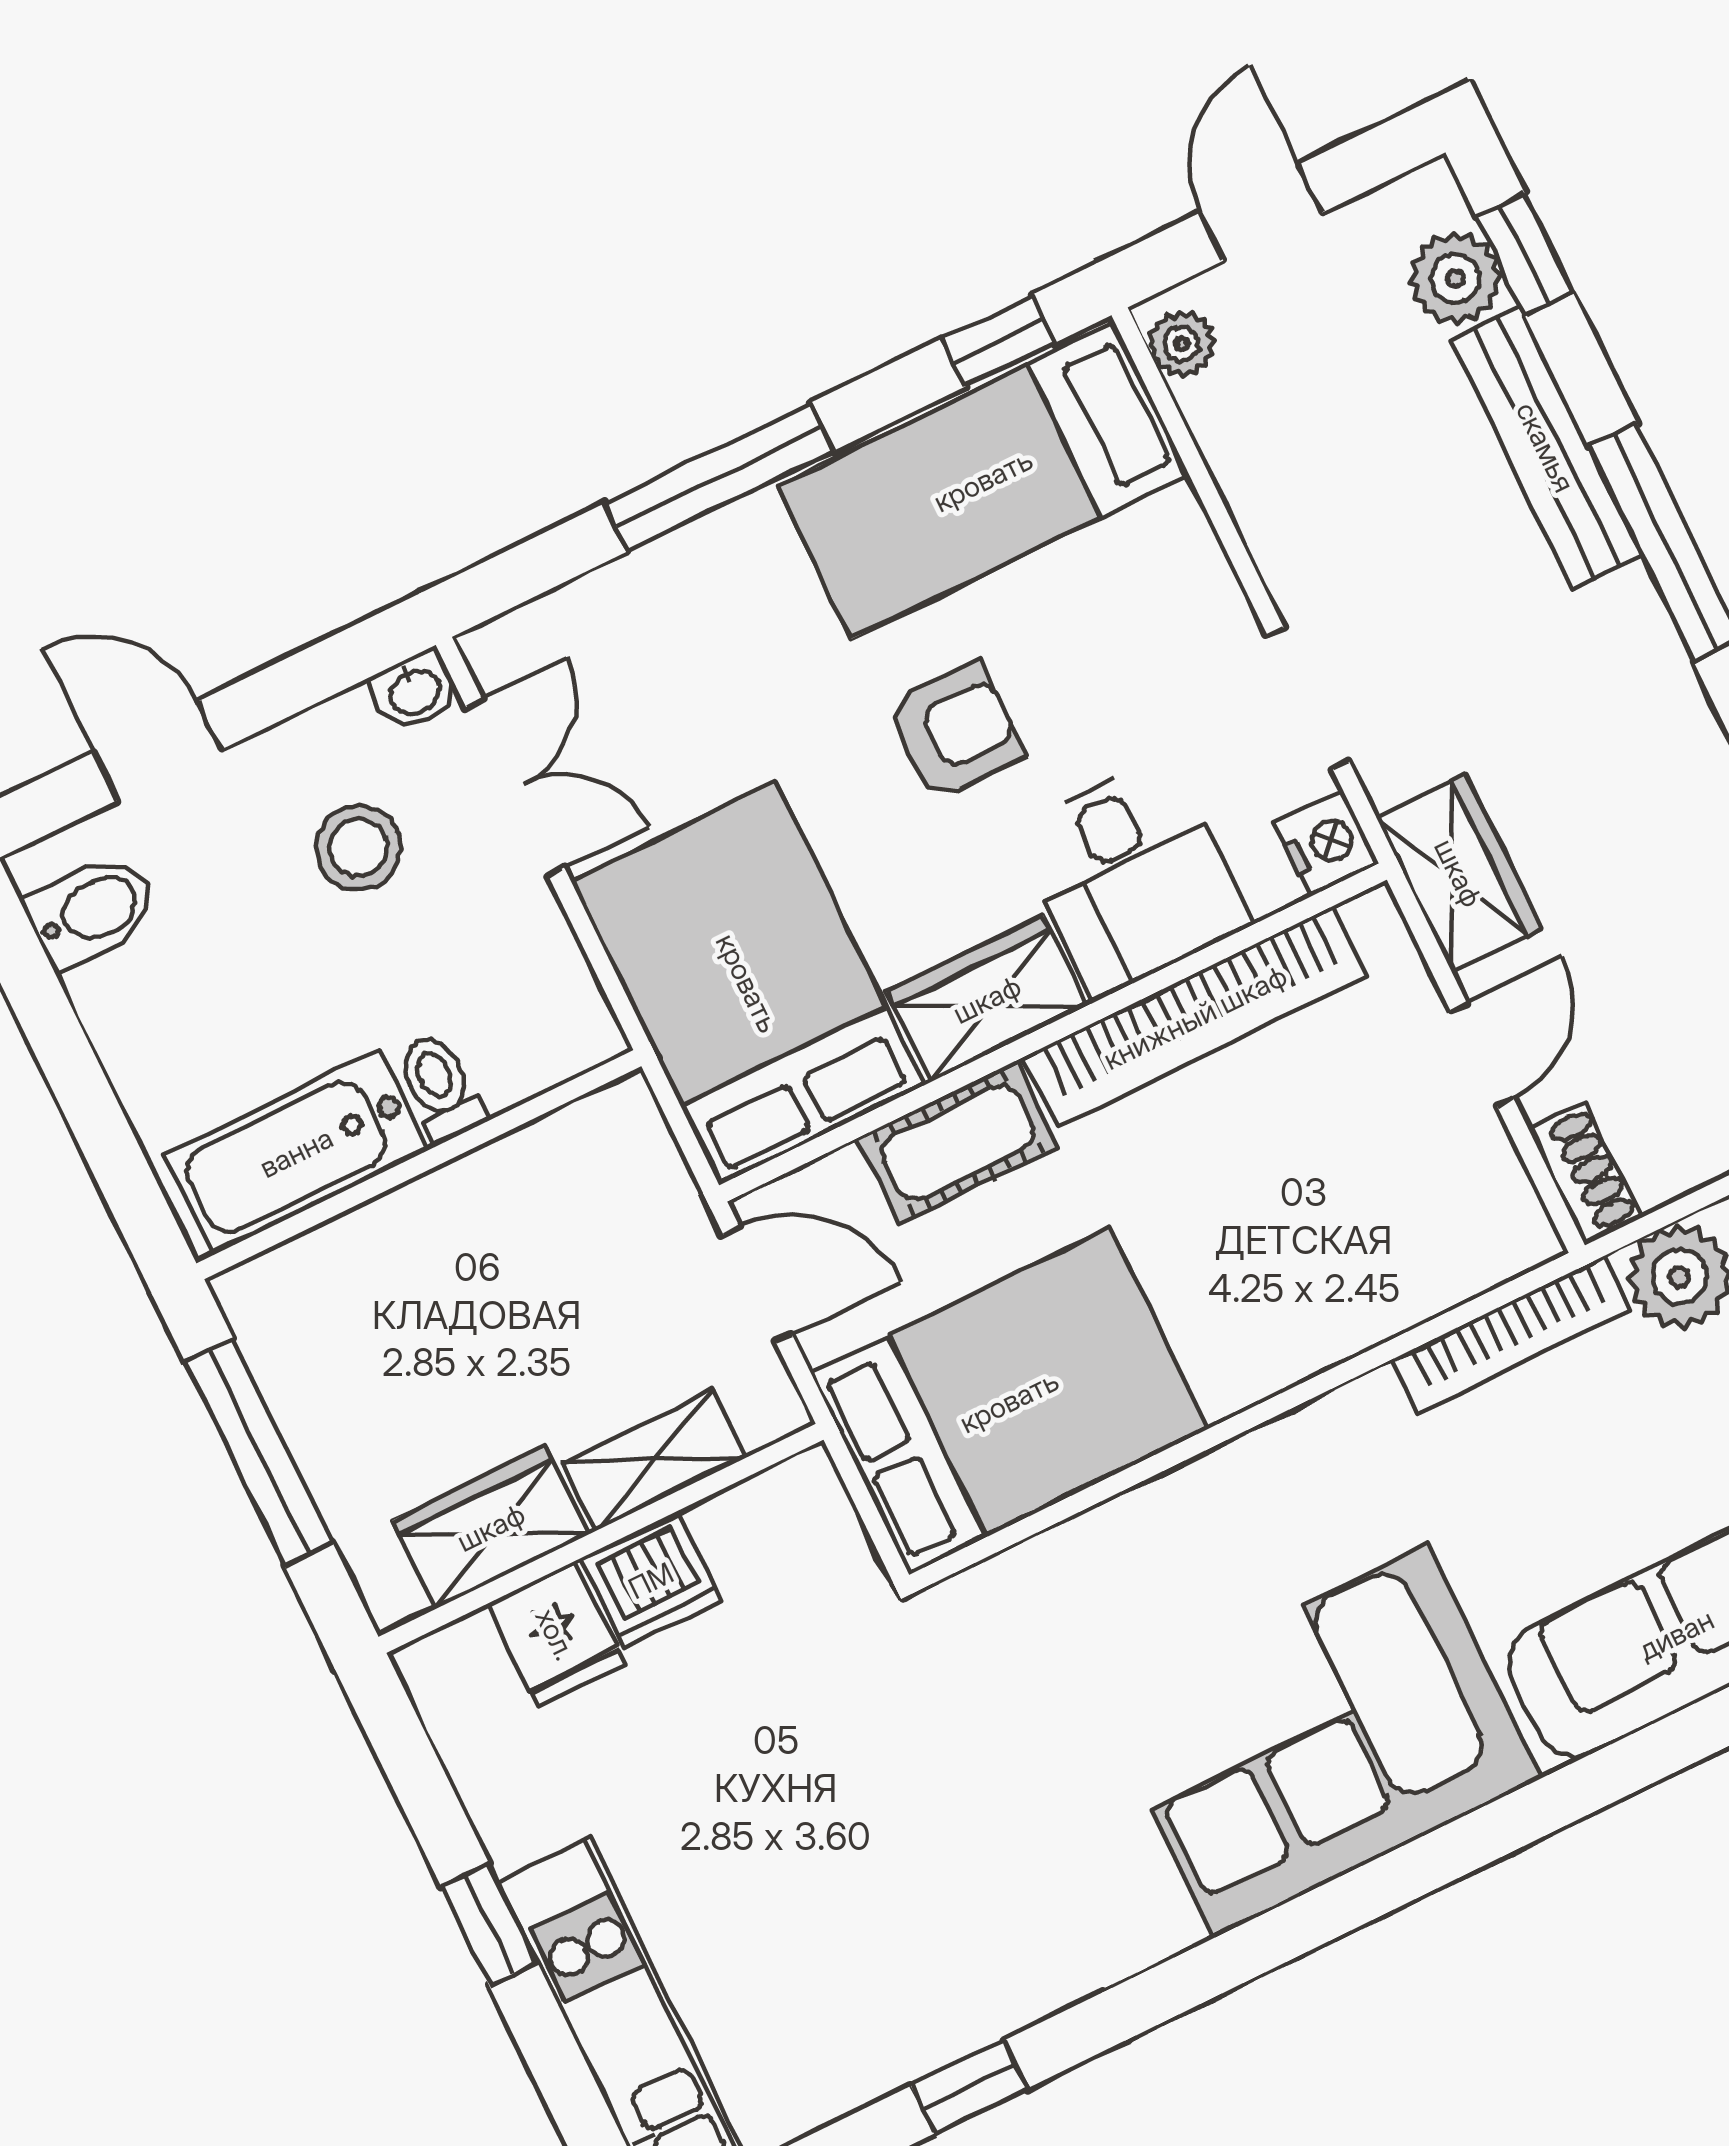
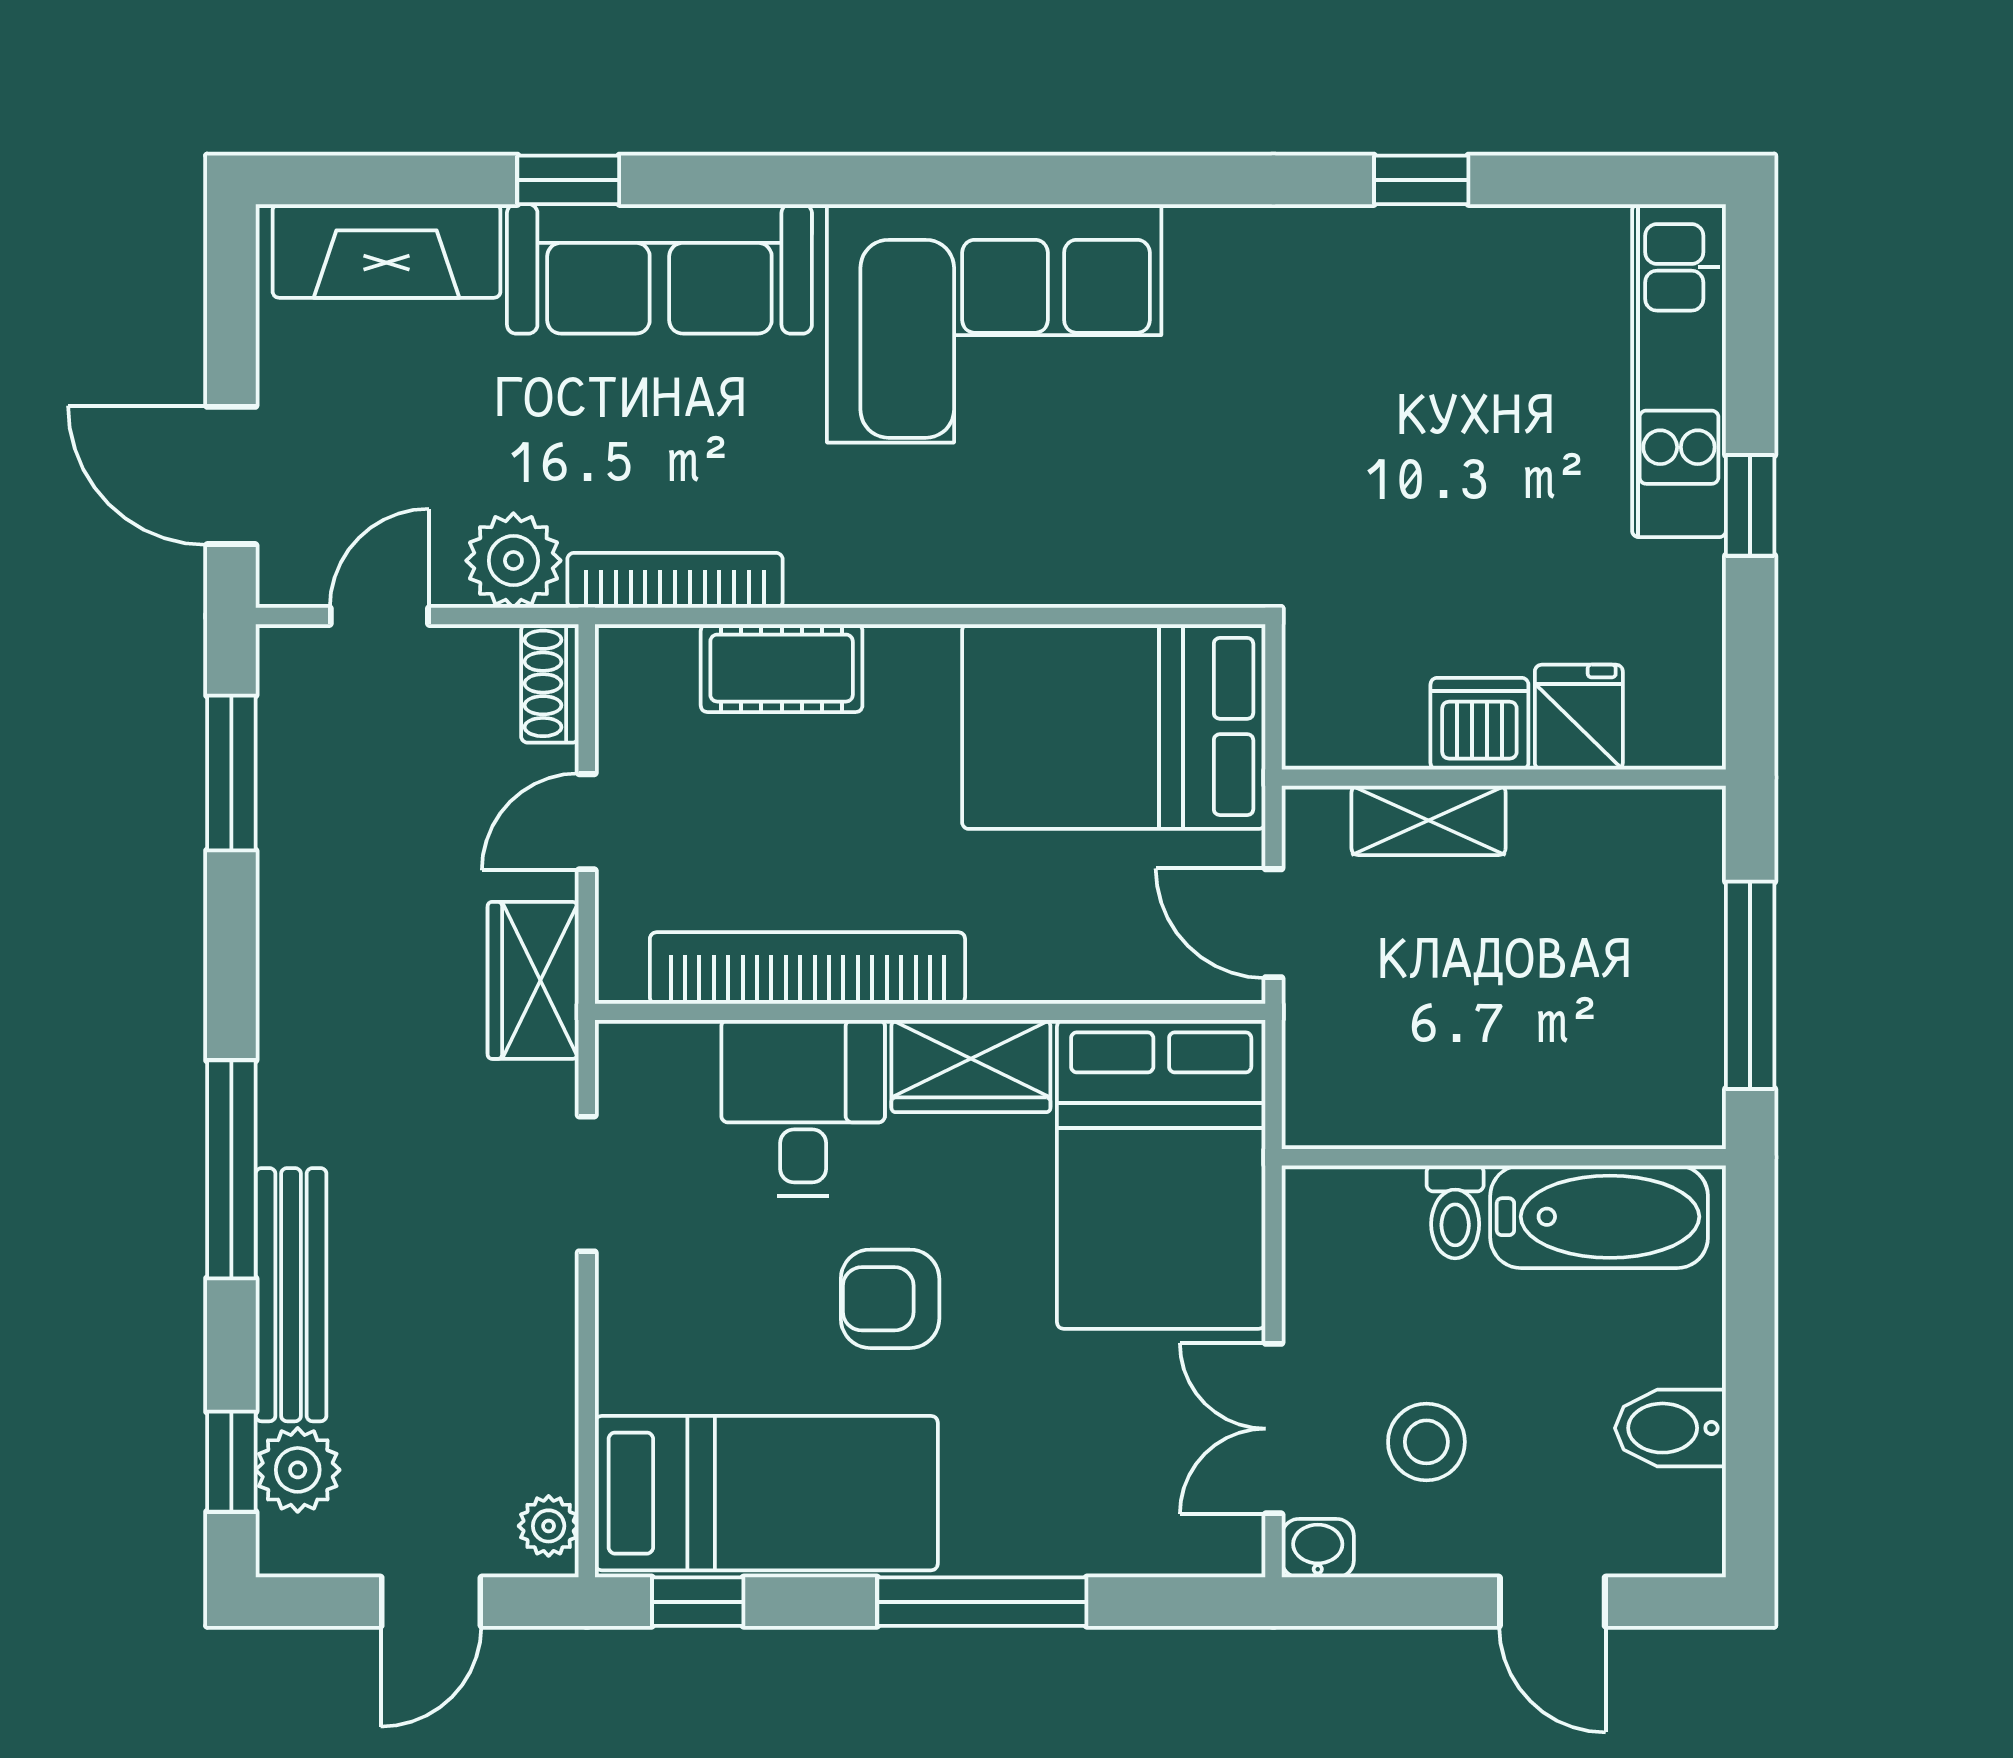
nightstand: (1327, 843) -> (630, 1058), removed
bidet: (92, 911) -> (1670, 1428), moved
cot: (958, 1142) -> (782, 668), moved
wardrobe: (491, 1527) -> (1590, 831), removed

